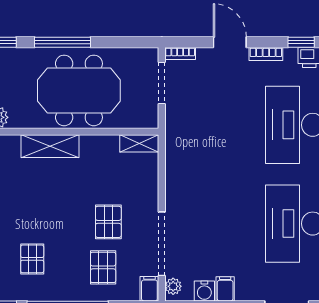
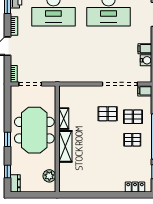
window: (62, 42) -> (7, 139), width x0.46
shelving: (139, 143) -> (64, 119), moved
pallet: (32, 259) -> (132, 140), moved
plant: (173, 286) -> (143, 78), removed

